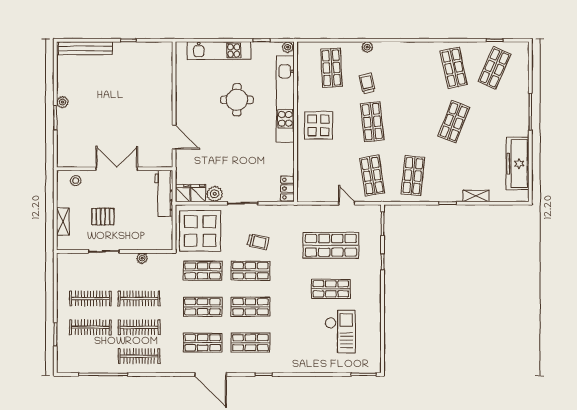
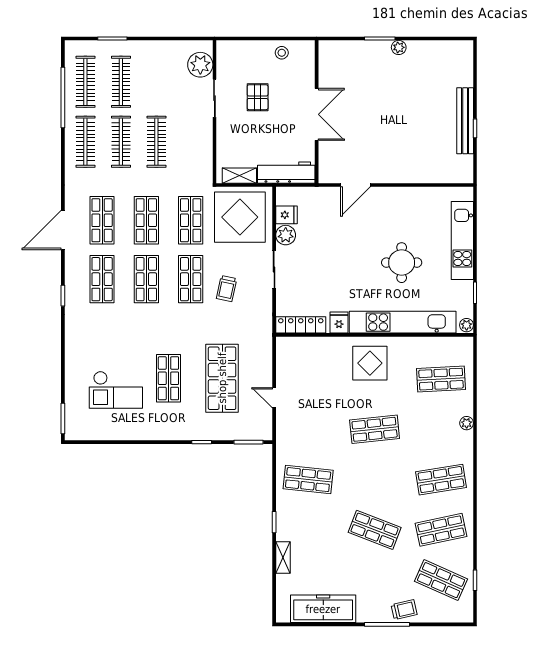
bench: (85, 48) -> (465, 121), moved
trolley: (367, 83) -> (404, 610), moved
shop shelf: (372, 176) -> (441, 480), moved
stool: (76, 181) -> (282, 53), moved
locker: (287, 189) -> (301, 325), width x1.53
fridge: (183, 193) -> (339, 322), moved, turned -90
door: (347, 203) -> (274, 398), swing flipped
shelving: (63, 222) -> (239, 176), moved
plant: (142, 258) -> (200, 65), moved, width x1.87, depth x1.87
clothes rail: (90, 299) -> (85, 82), moved

